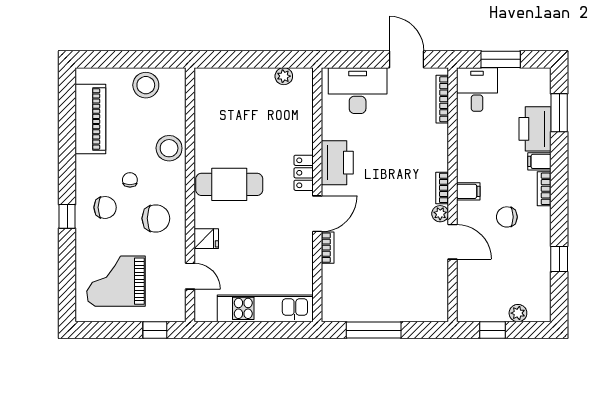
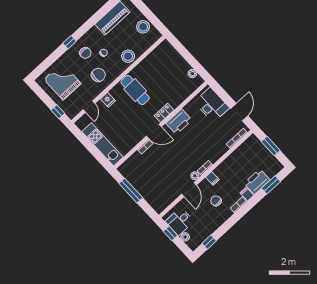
desk: (477, 89) -> (180, 221), moved, turned 180
chair: (156, 218) -> (98, 75), turned -90
window: (559, 259) -> (209, 242), moved

